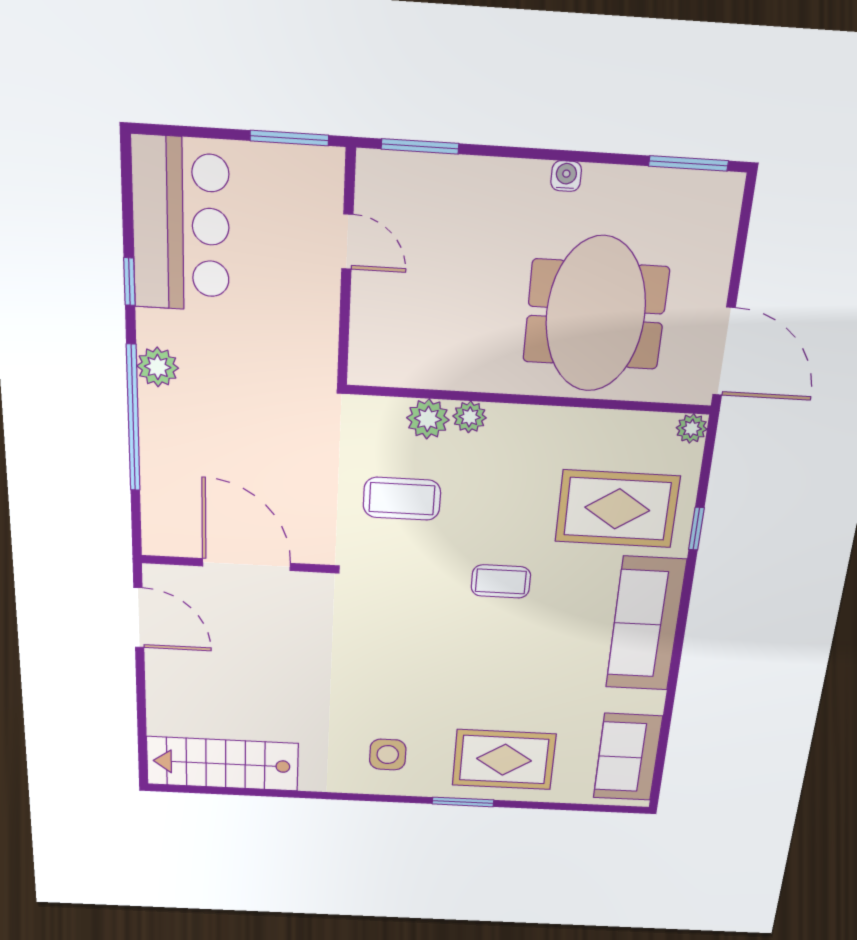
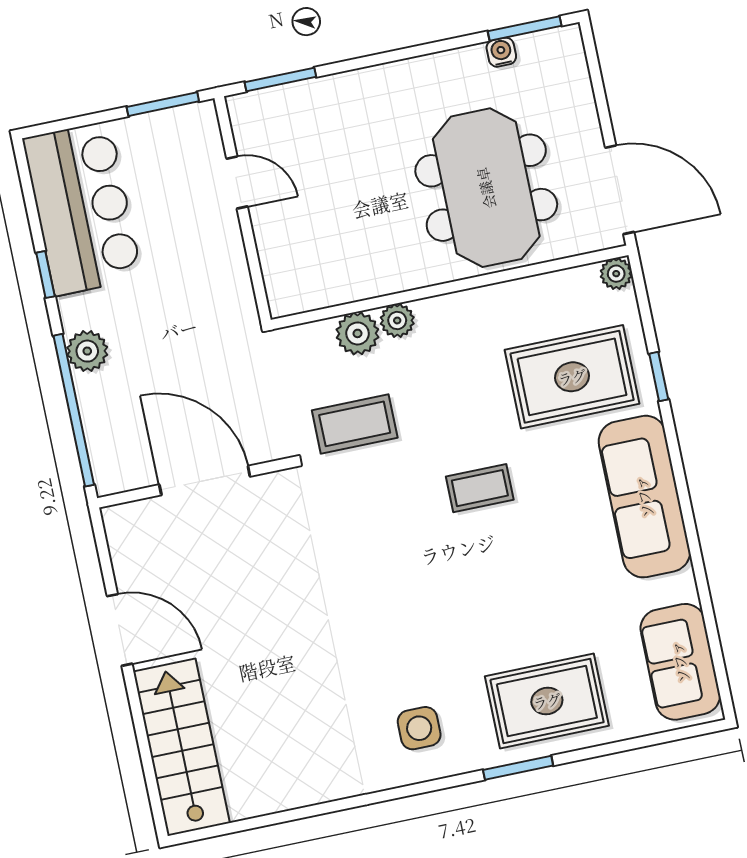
water cooler: (566, 176) -> (501, 52), moved
wall: (236, 564) -> (194, 483), moved
door: (246, 565) -> (205, 481), moved
stairs: (223, 764) -> (181, 747), moved, turned 90

